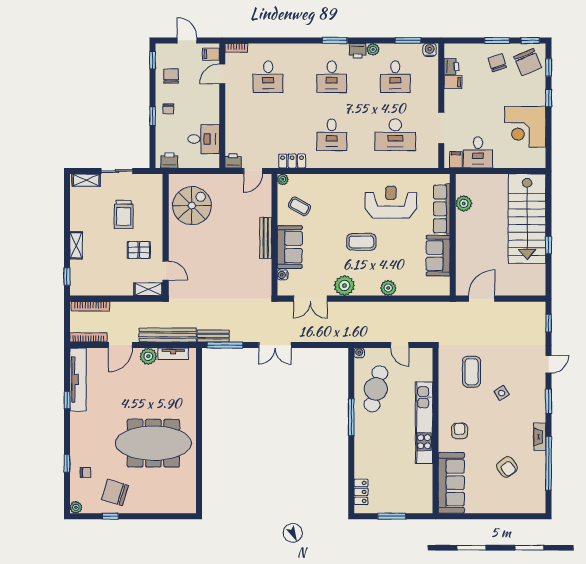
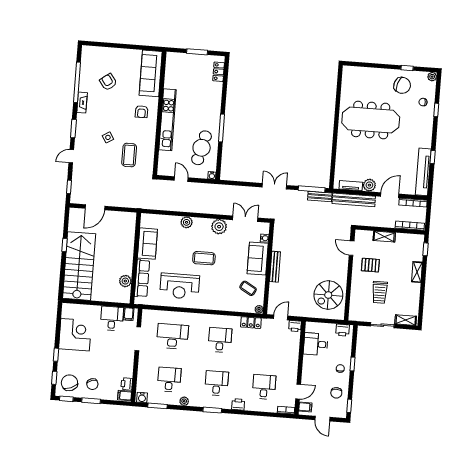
printer: (358, 51) -> (238, 404), moved
filing cabinet: (453, 82) -> (125, 396), moved
trolley: (124, 214) -> (380, 292), turned 180
shelving: (148, 289) -> (384, 237), moved
door: (482, 299) -> (95, 207), moved

